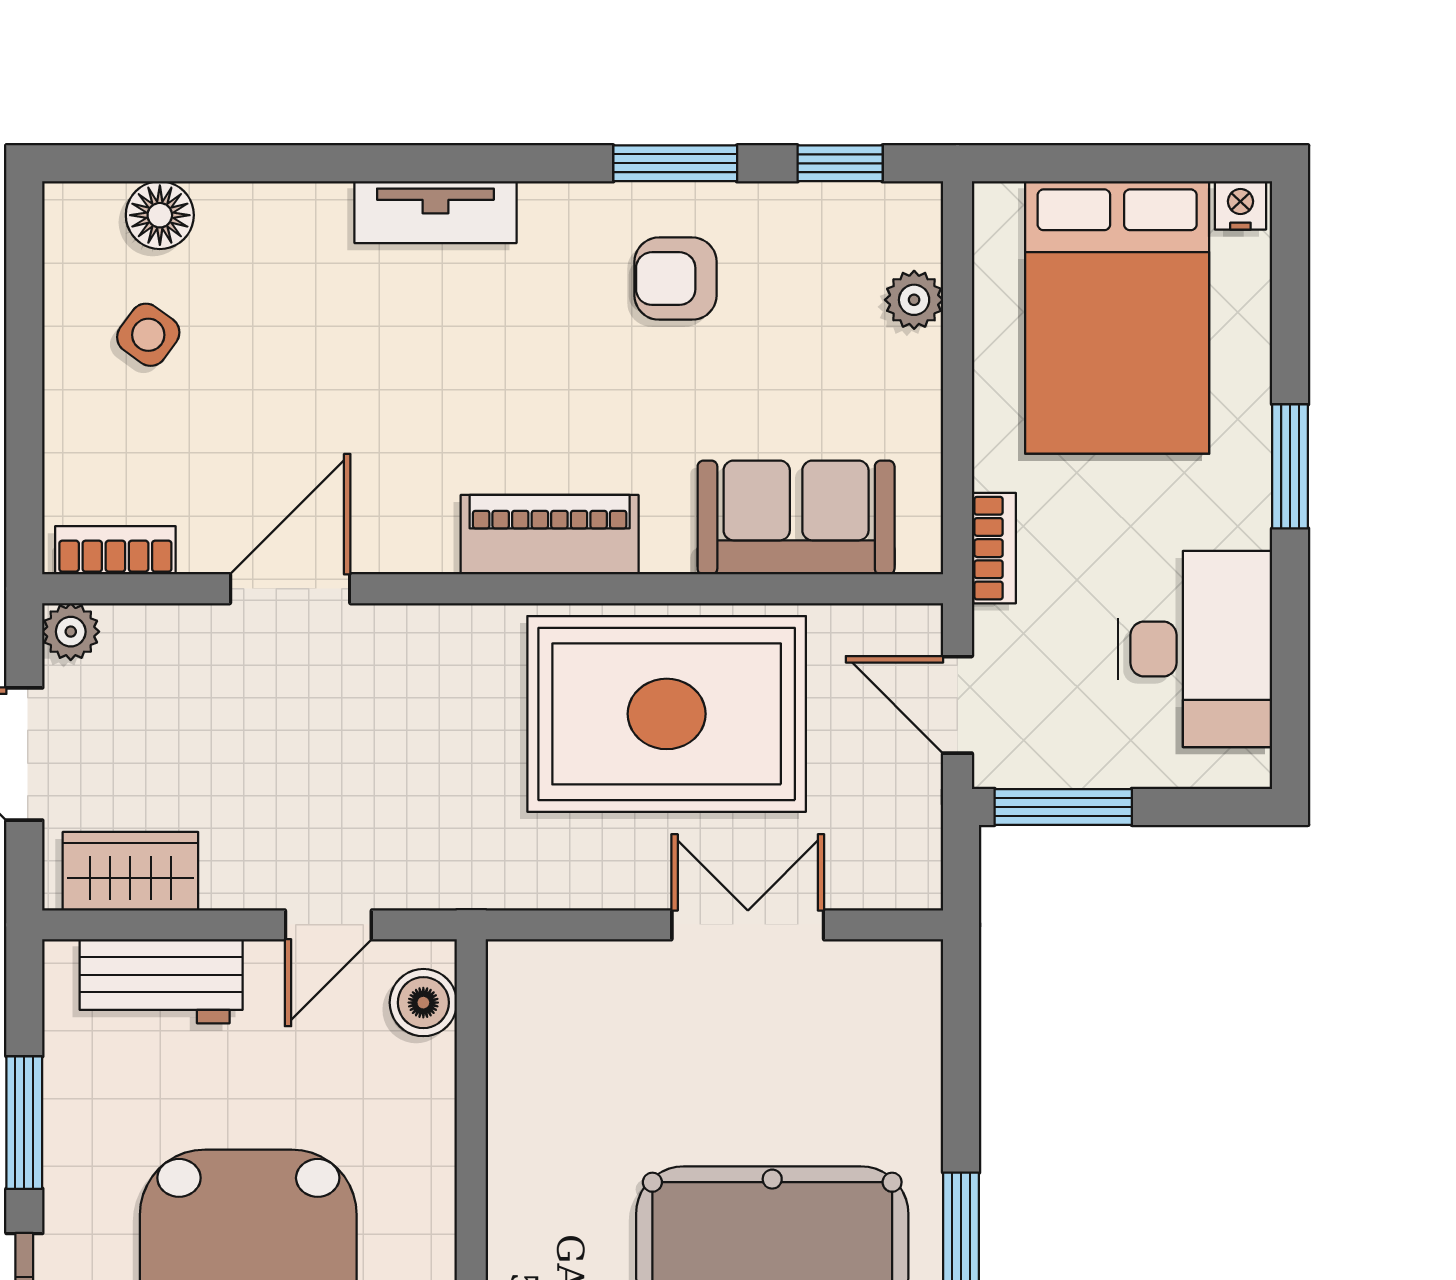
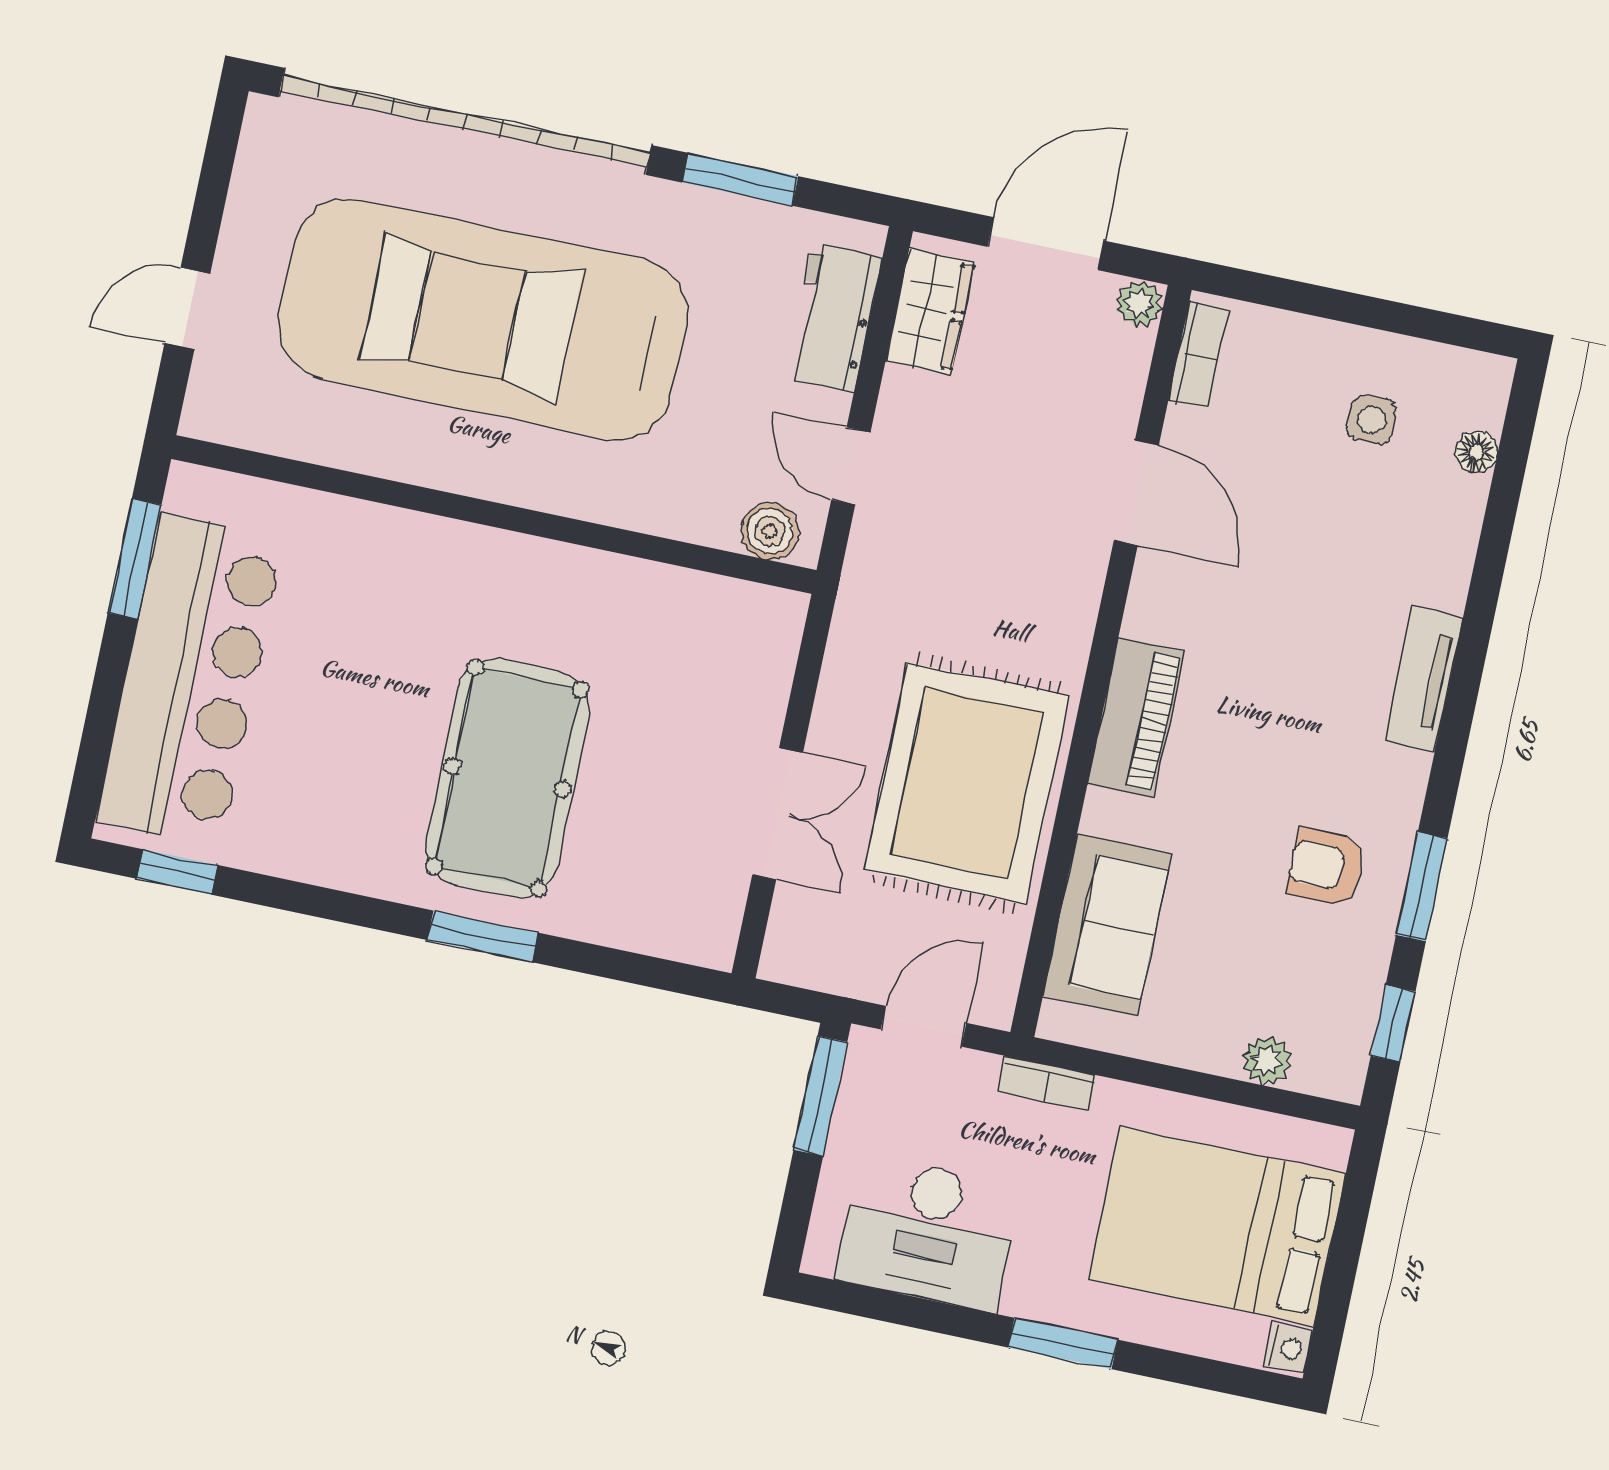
floor lamp: (160, 215) -> (1477, 452), width x0.73, depth x0.73
armchair: (676, 279) -> (1326, 867), turned -90
side table: (148, 335) -> (1372, 420), turned -36

